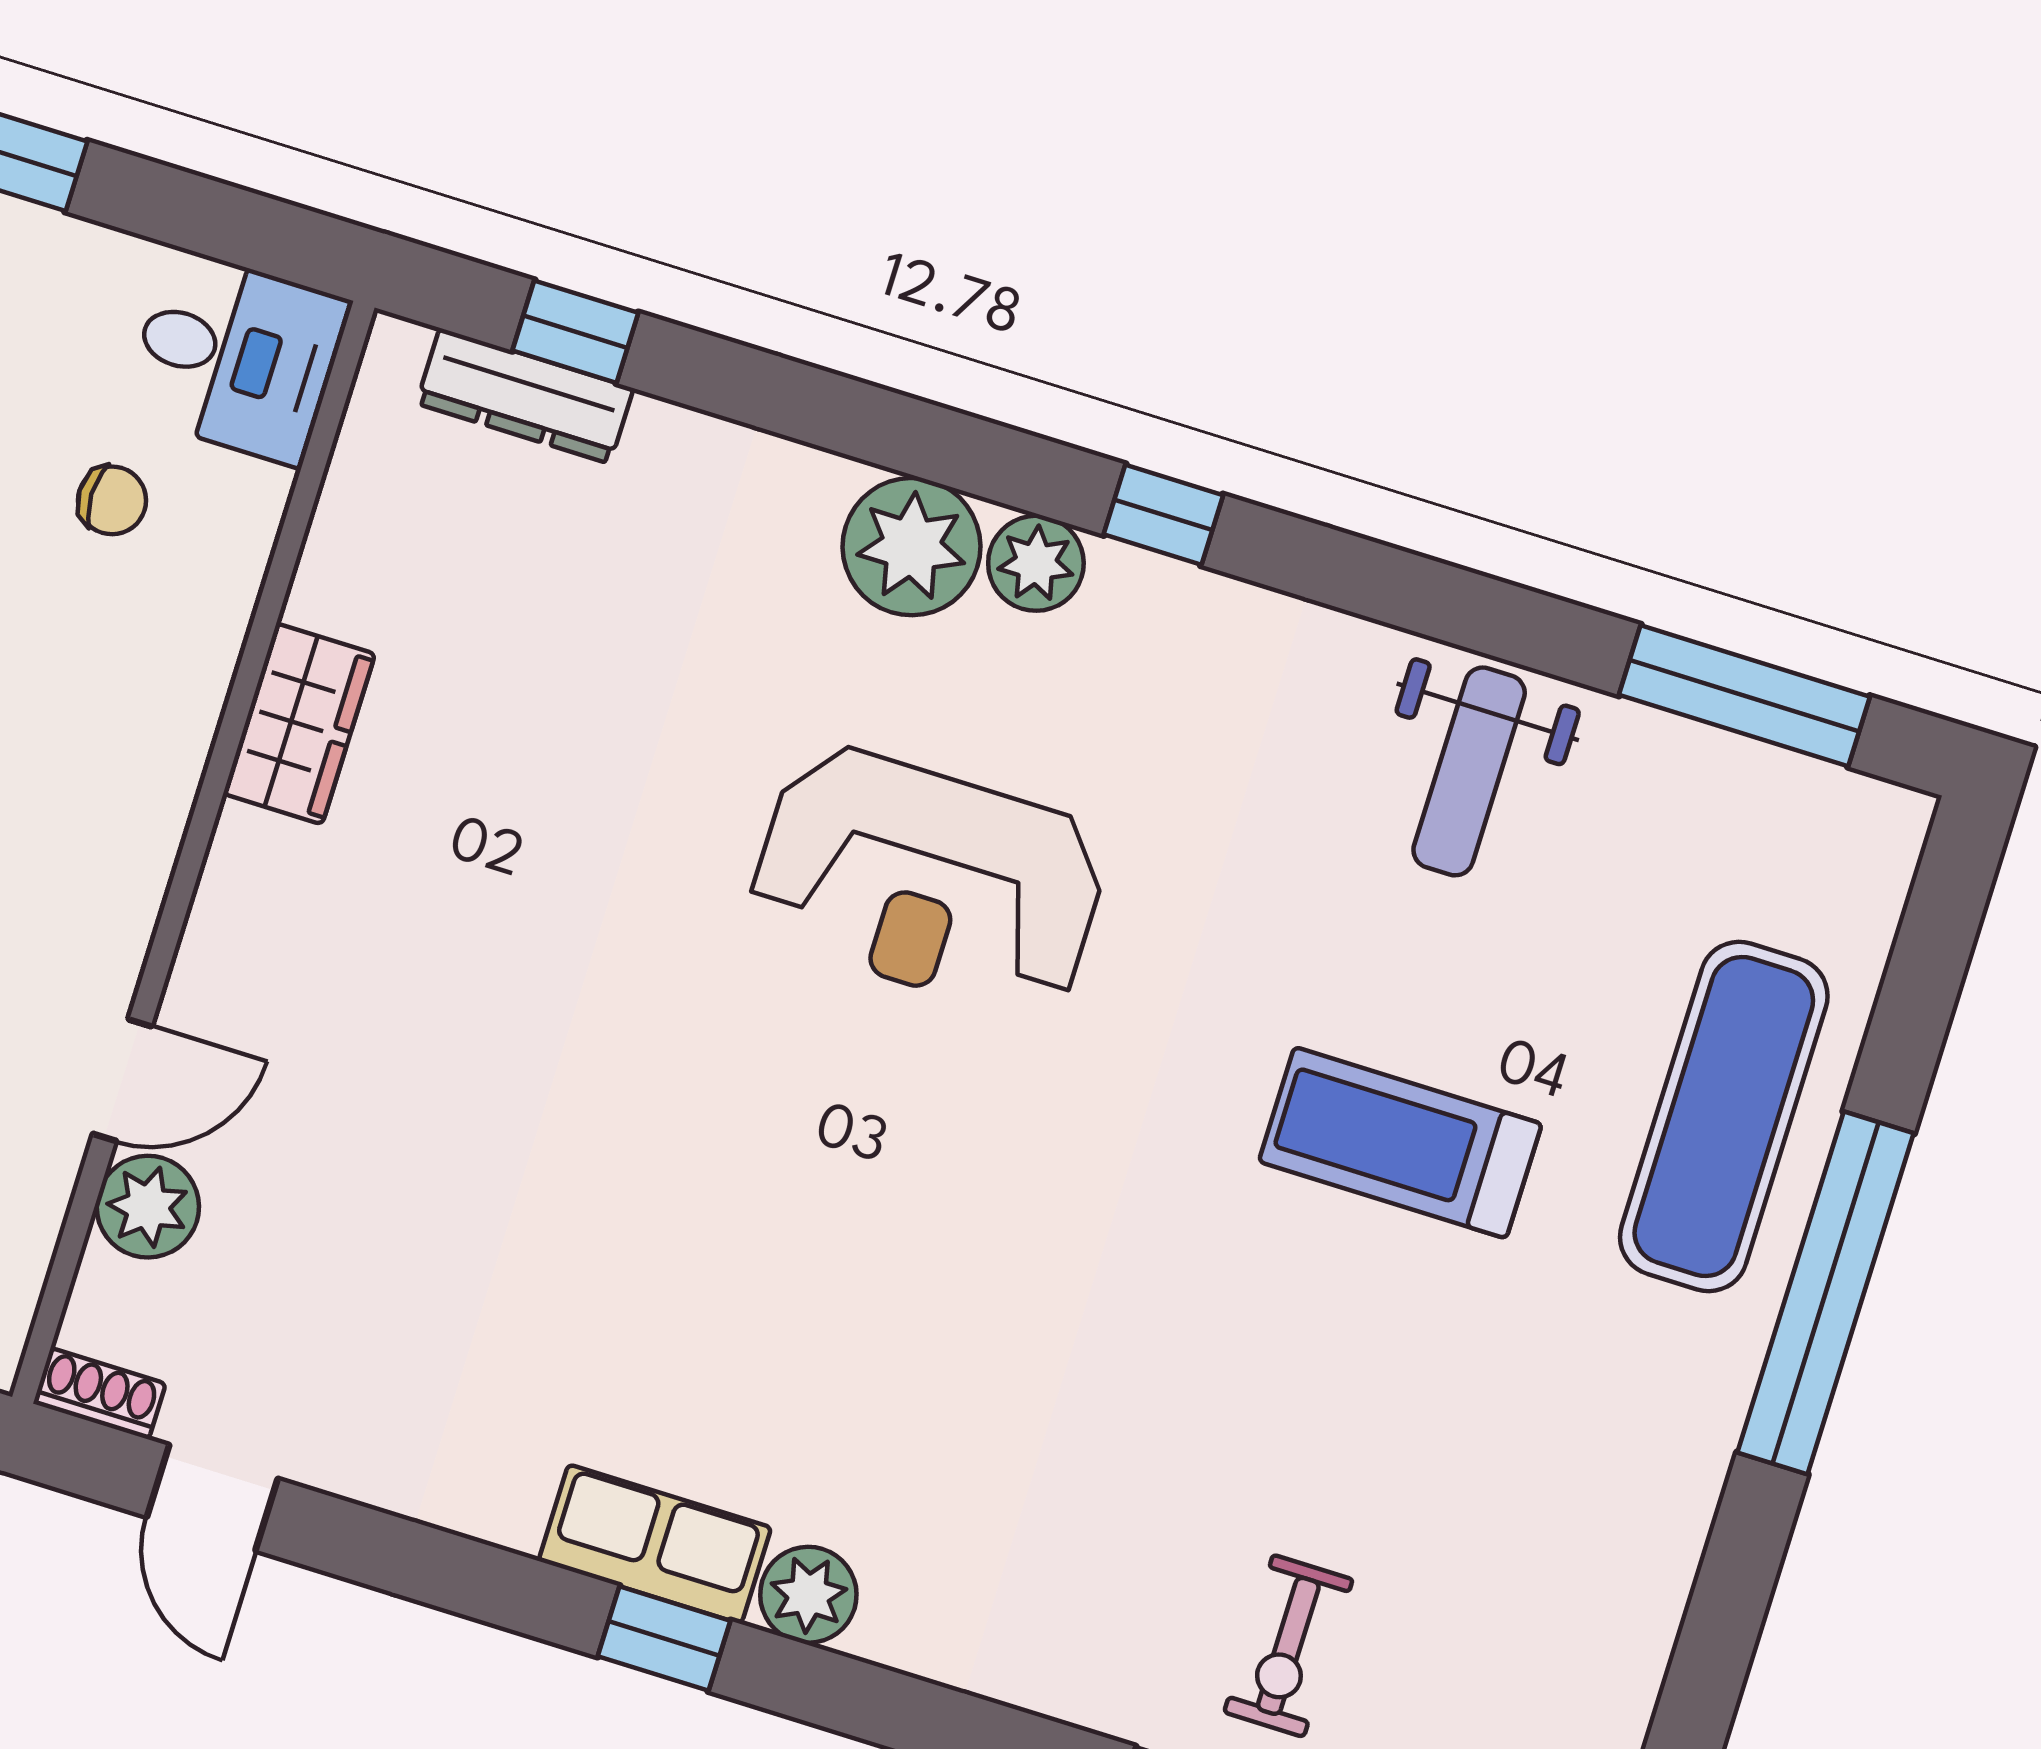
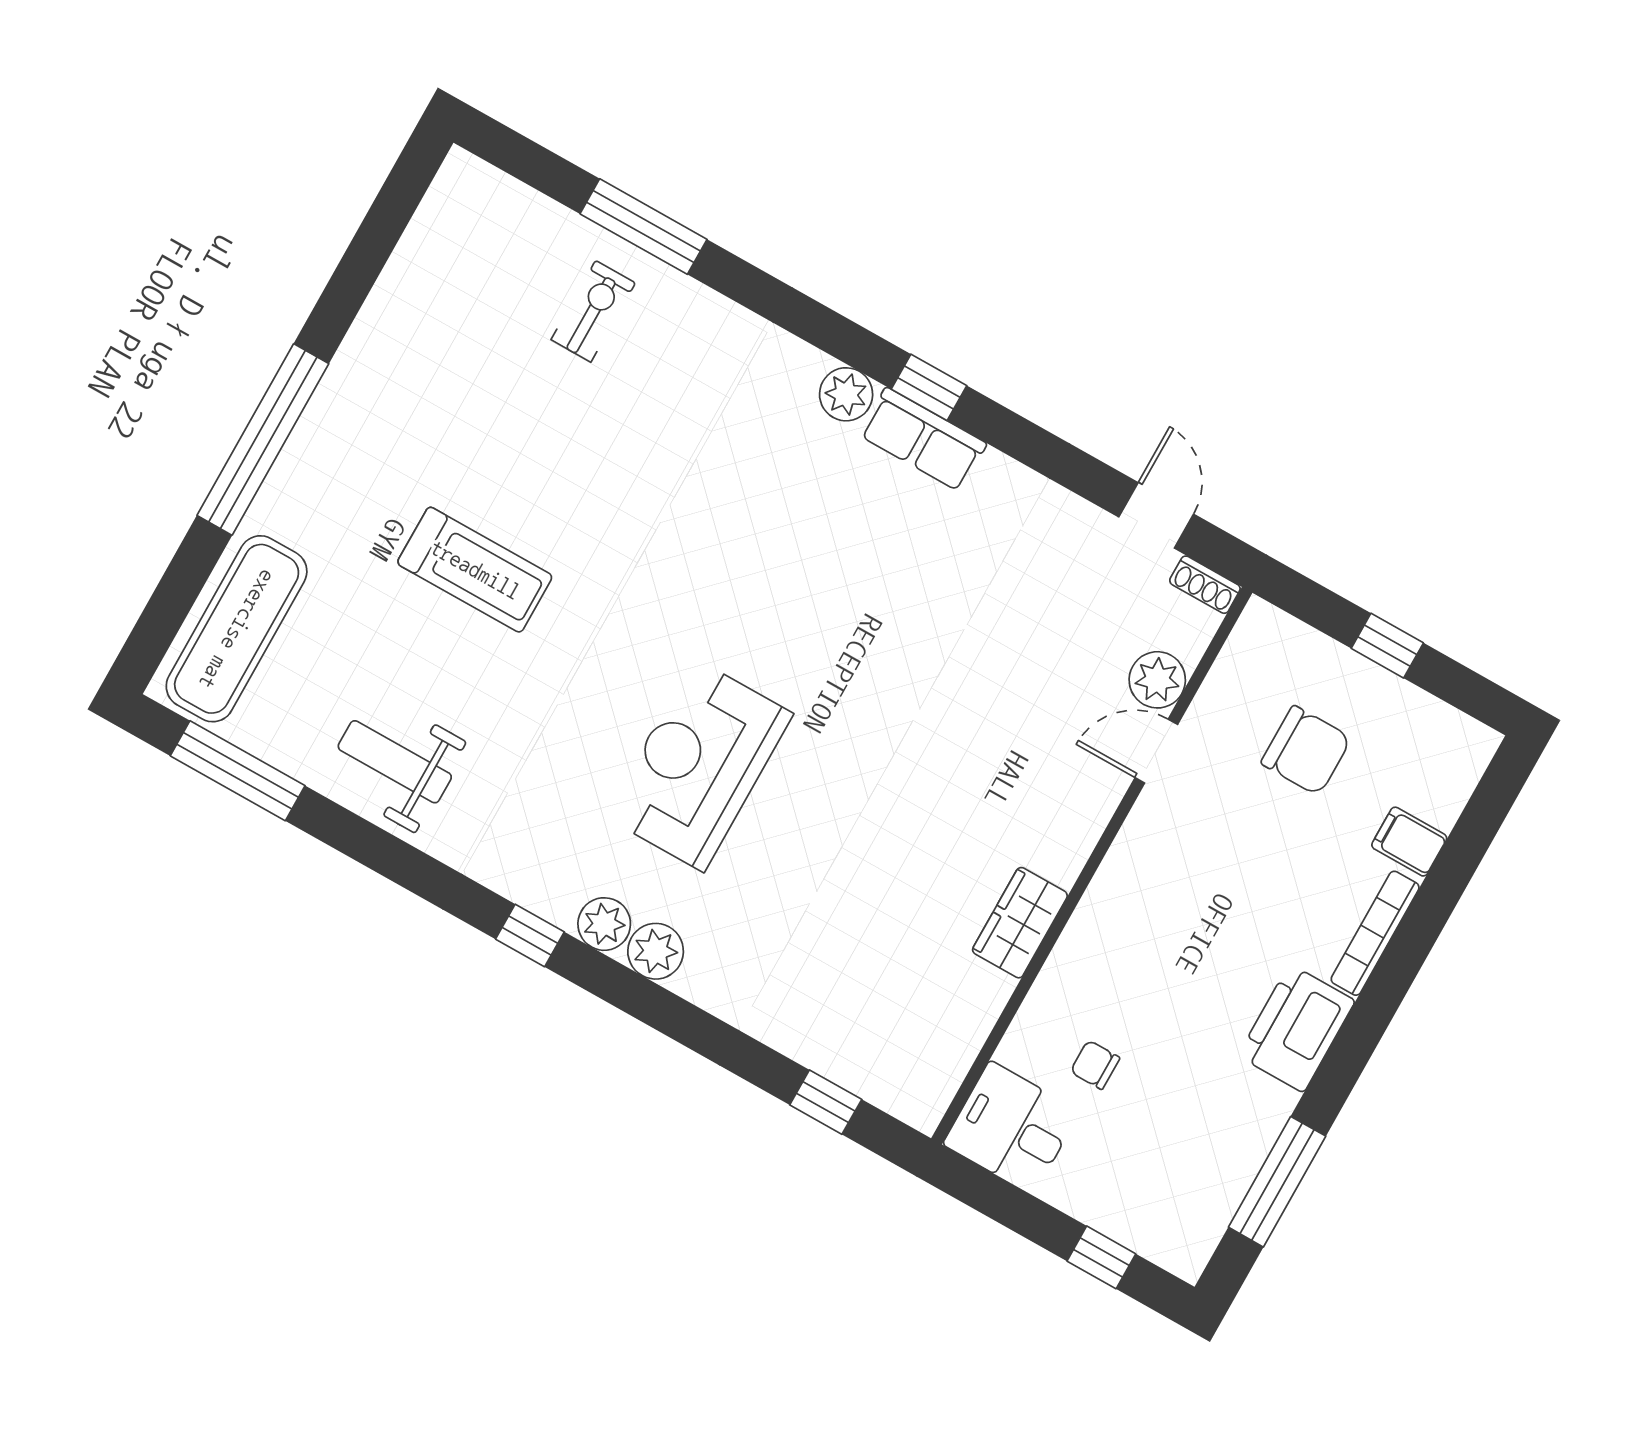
dresser: (525, 396) -> (860, 1073), removed
plant: (911, 547) -> (656, 951), width x0.73, depth x0.73
weight bench: (1469, 771) -> (395, 762), turned -90
reception desk: (928, 881) -> (699, 765), turned -90
exercise mat: (1724, 1116) -> (237, 629), moved

